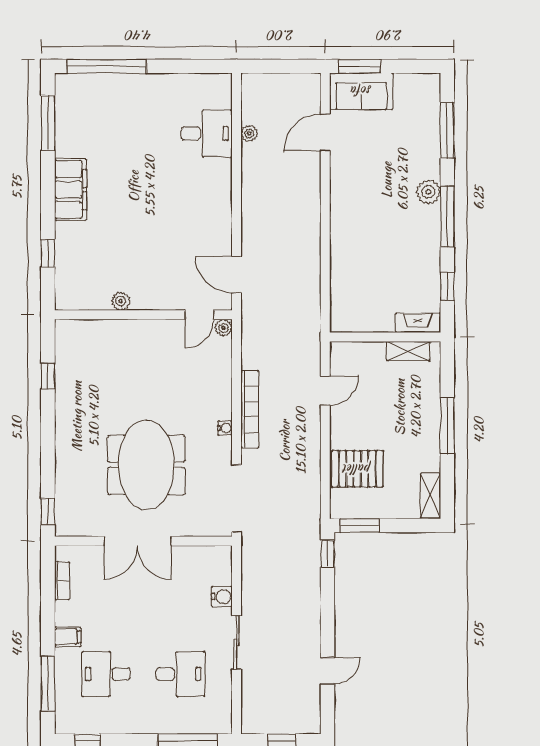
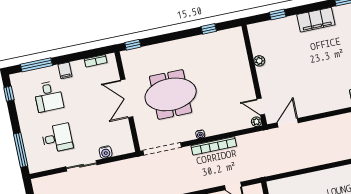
desk: (106, 674) -> (49, 96), turned 180
desk: (180, 674) -> (57, 138), turned -90

